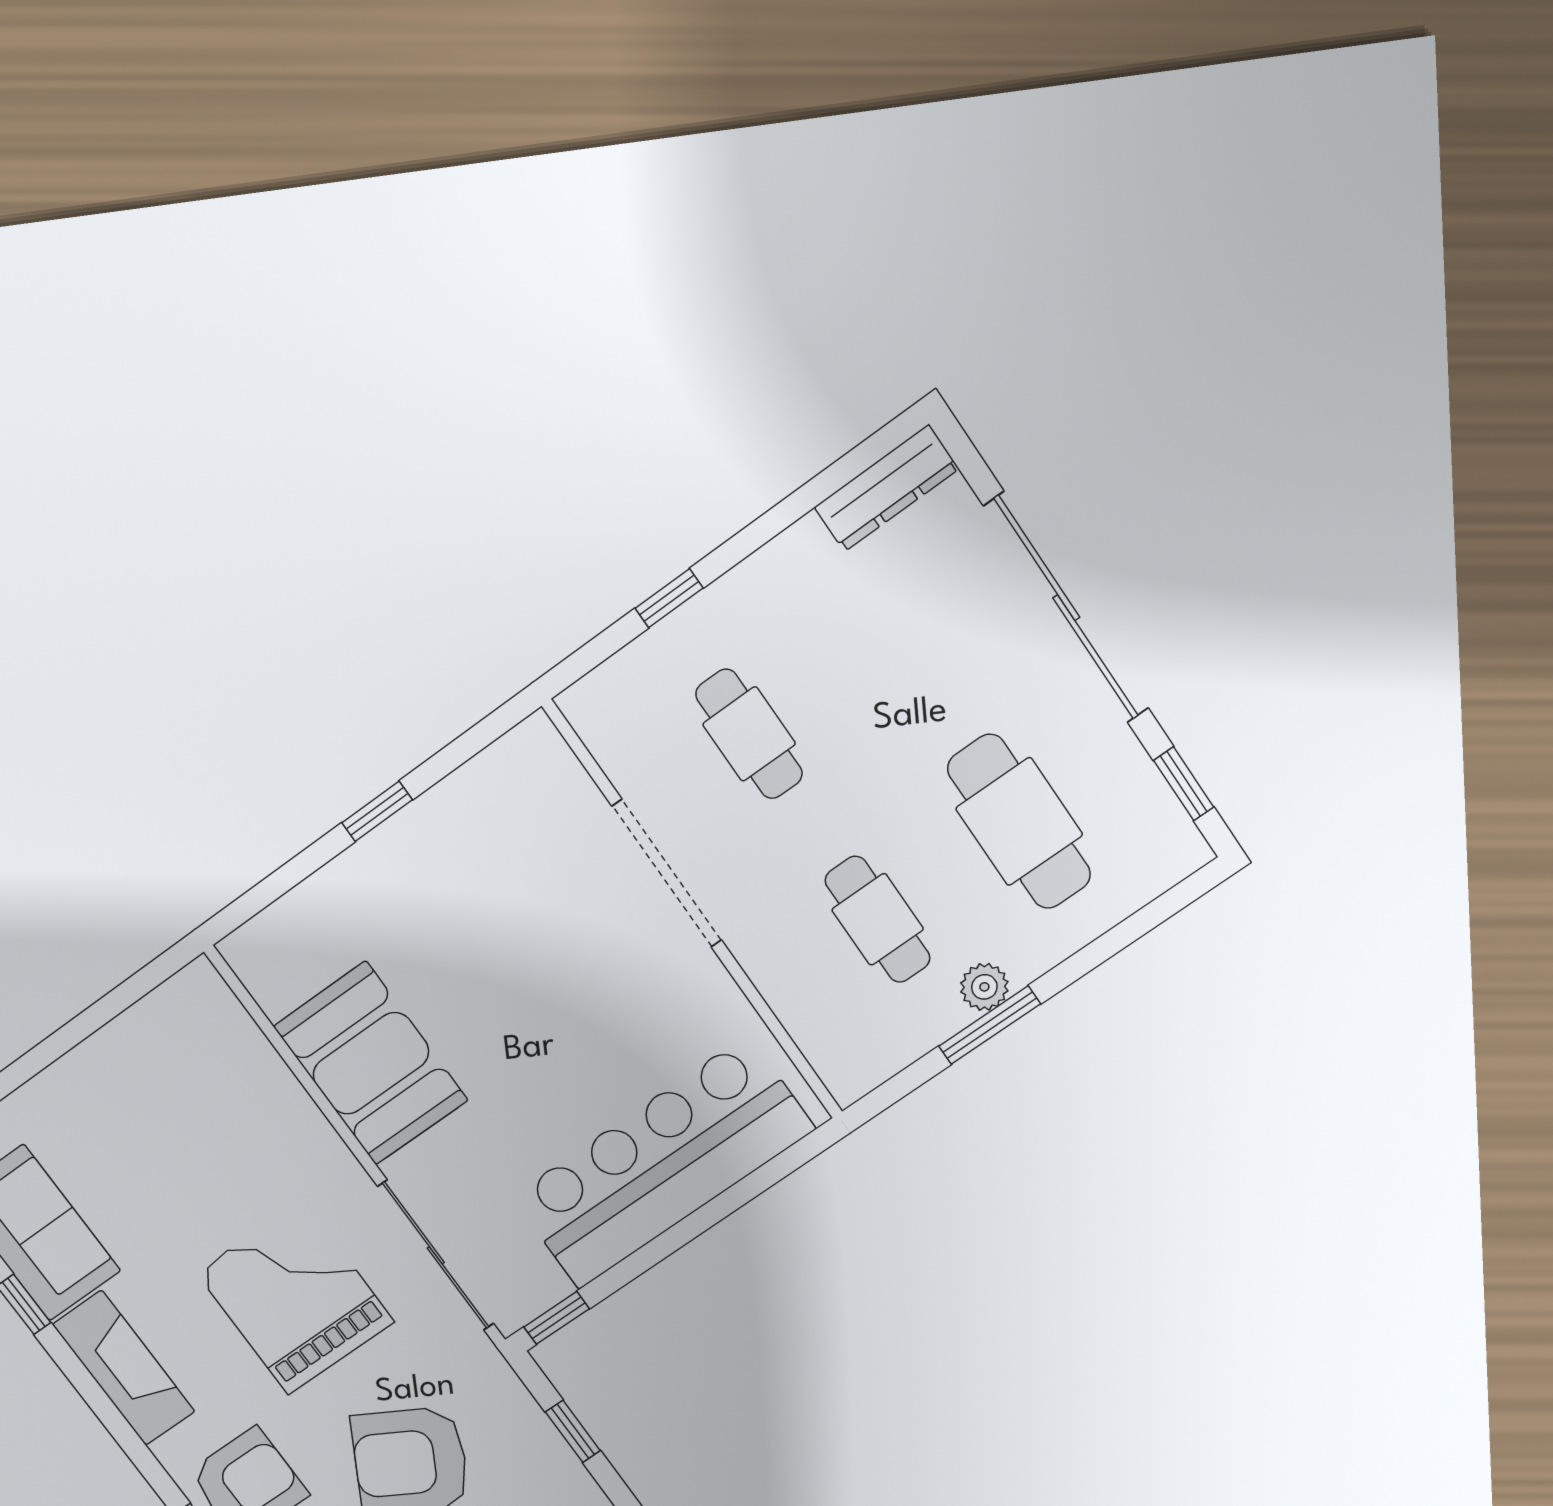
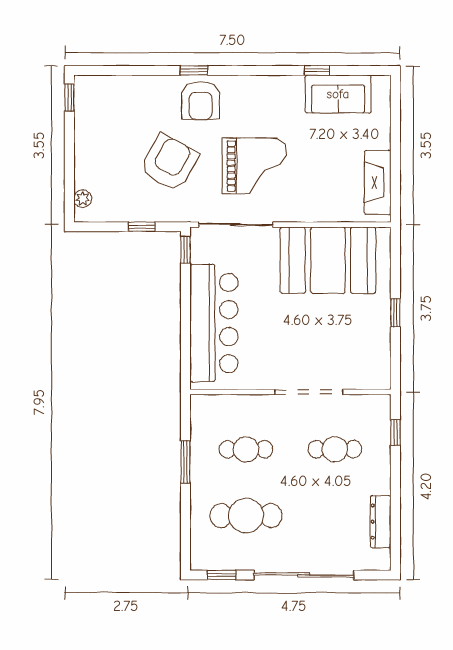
dresser: (886, 488) -> (381, 522), moved
window: (669, 598) -> (395, 433), moved
plant: (984, 987) -> (199, 469), removed
booth: (371, 1063) -> (328, 260), width x1.36, depth x1.42
fireplace: (124, 1368) -> (378, 182), moved, turned 90

